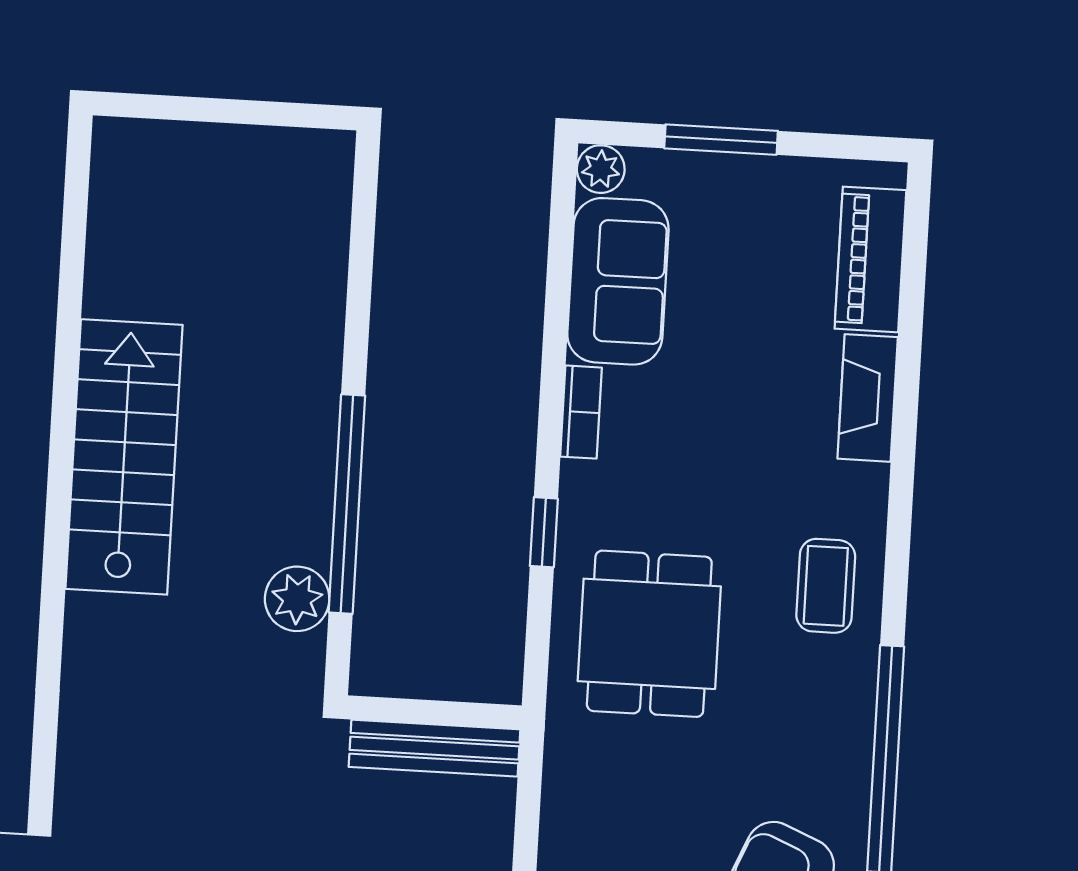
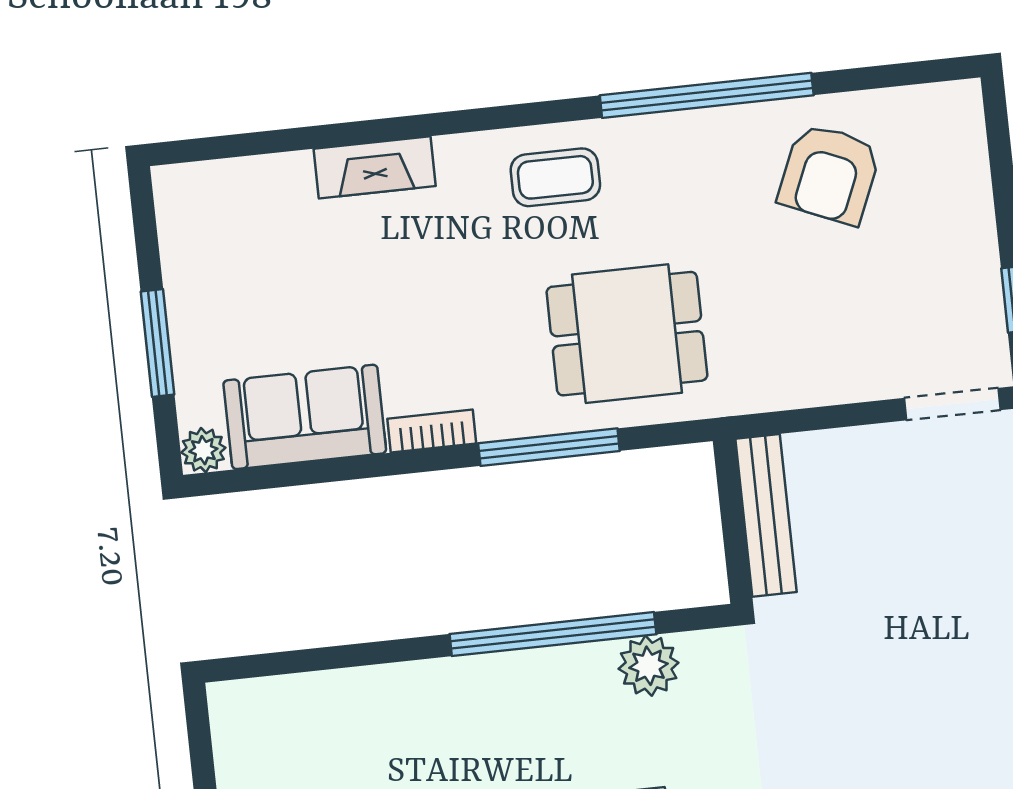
piano: (870, 259) -> (246, 186), removed
window: (544, 532) -> (549, 447), width x2.17

